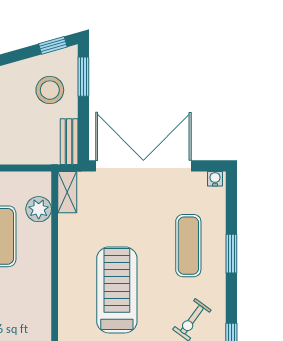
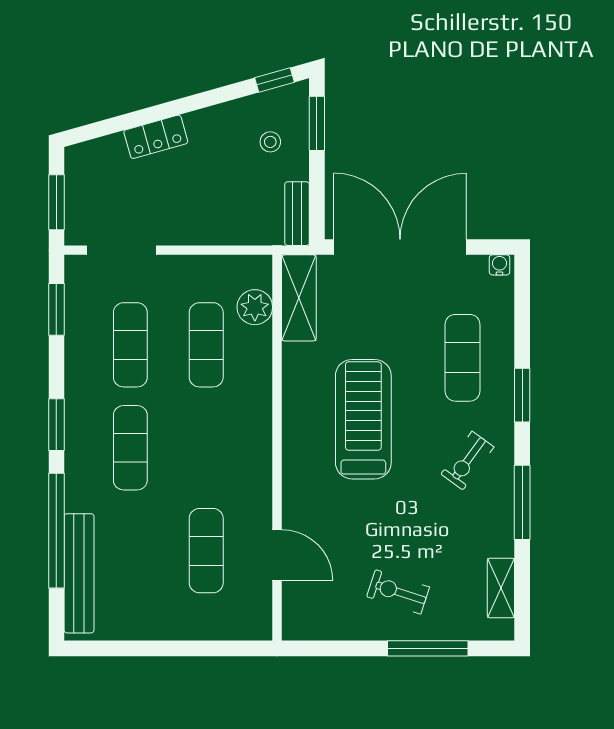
stool: (50, 90) -> (270, 142), width x0.53, depth x0.53
shelving: (67, 192) -> (299, 298), width x1.50, depth x1.33
window: (231, 254) -> (522, 395), moved

